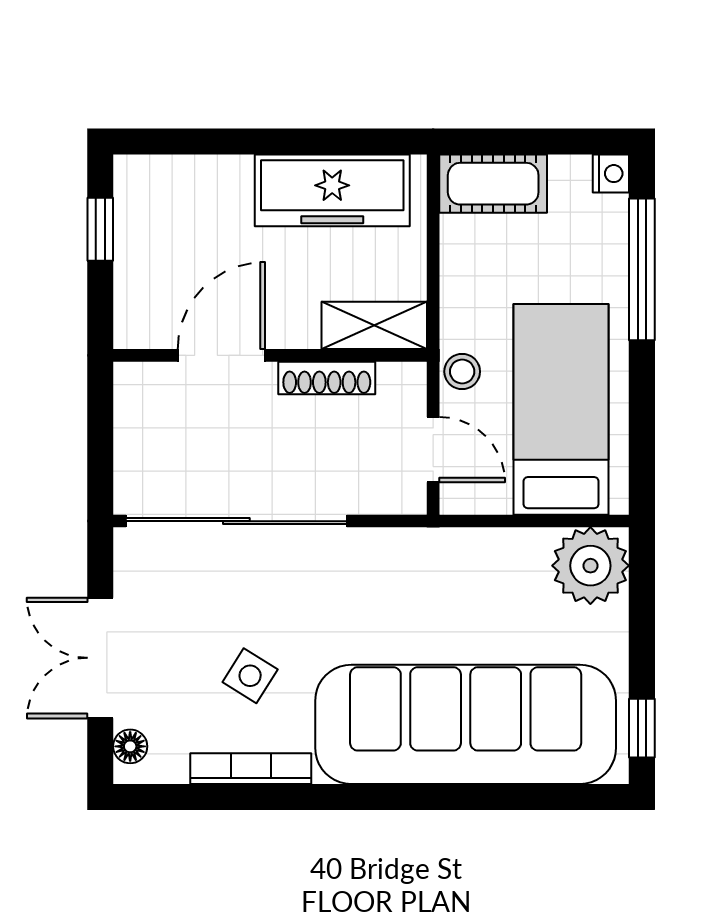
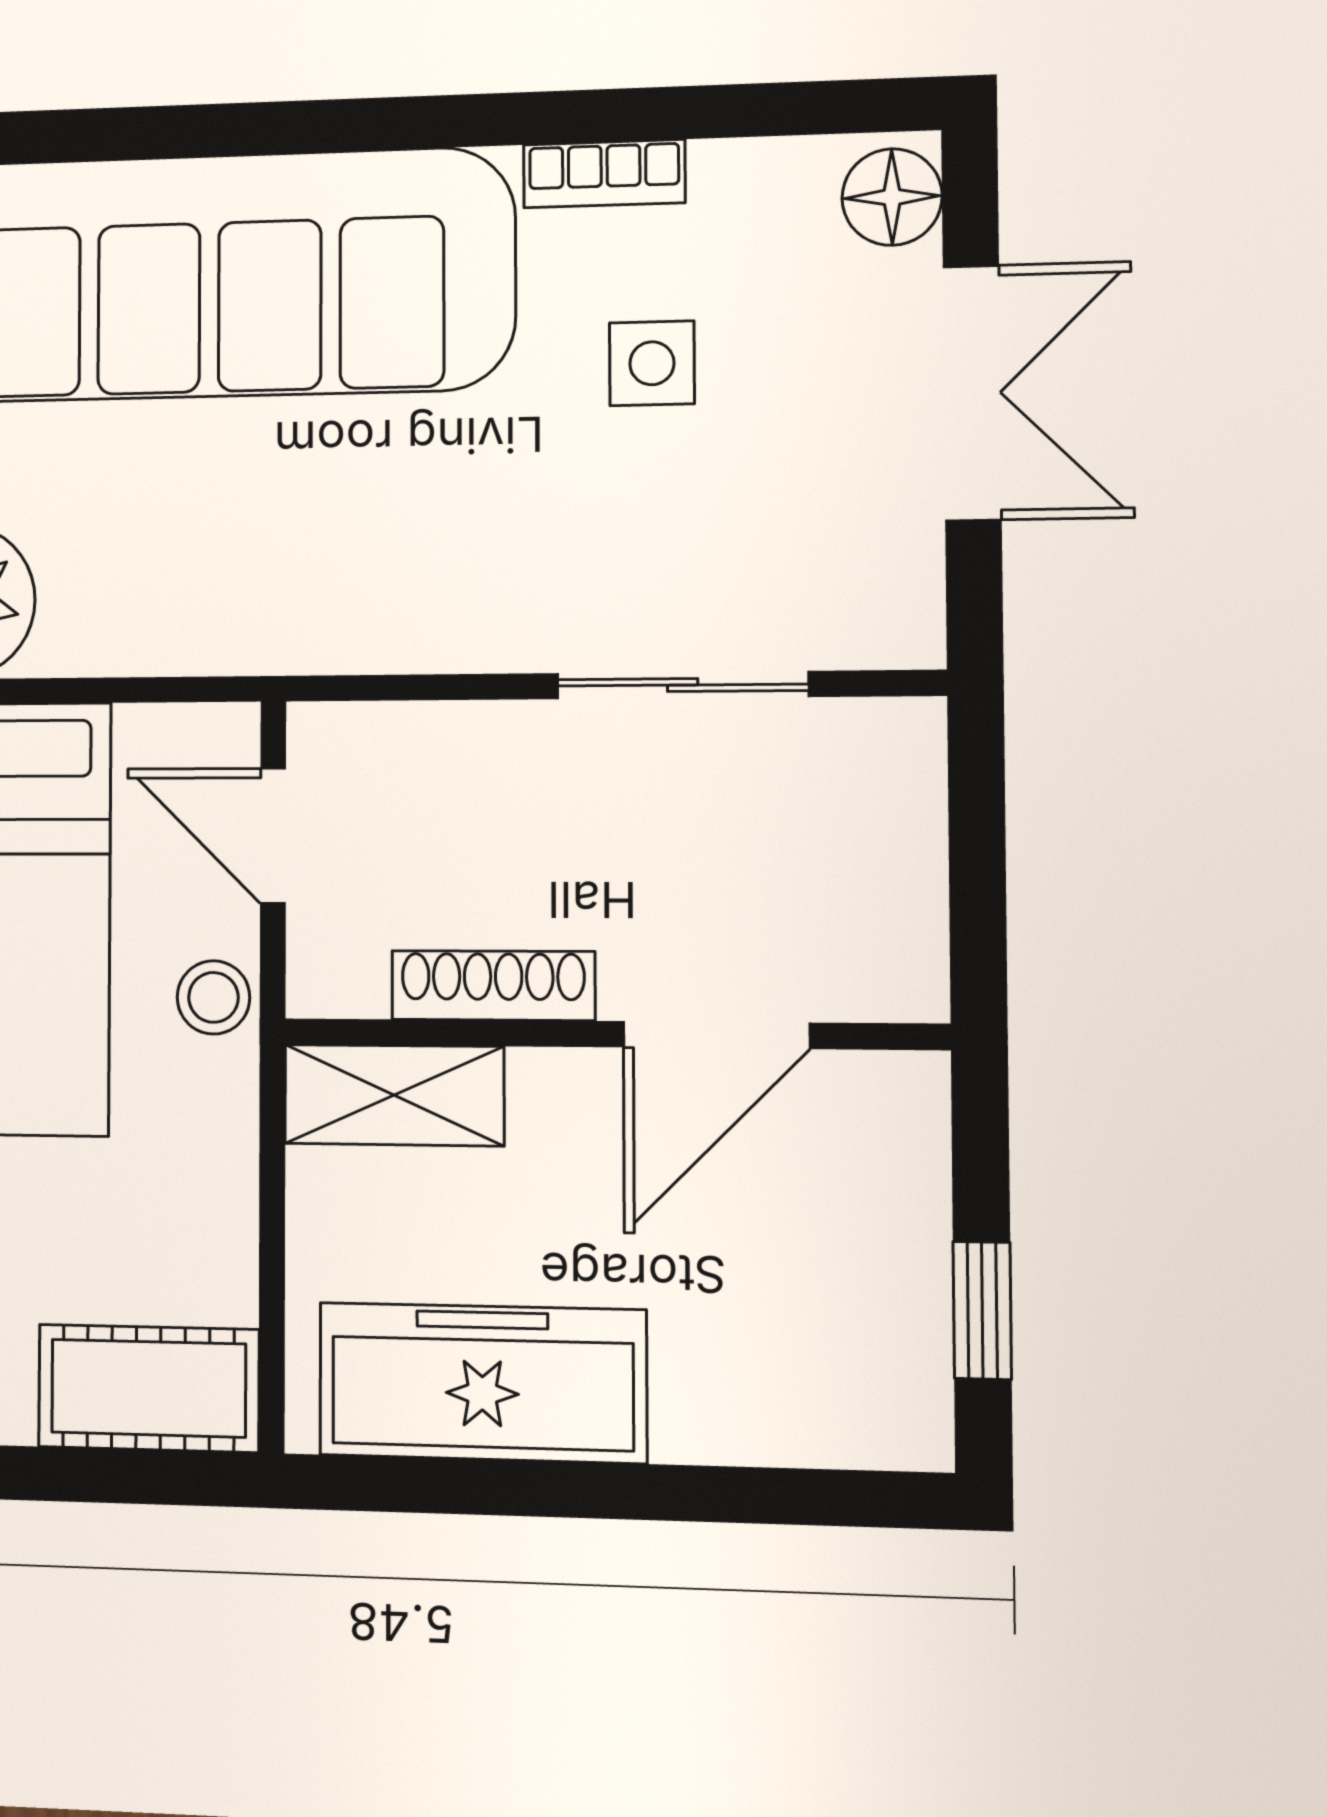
sliding door: (236, 521) -> (683, 685), width x0.54
side table: (250, 676) -> (652, 363), turned -32
floor lamp: (130, 746) -> (892, 197), width x1.37, depth x1.37
bookcase: (251, 769) -> (604, 174), width x0.64

